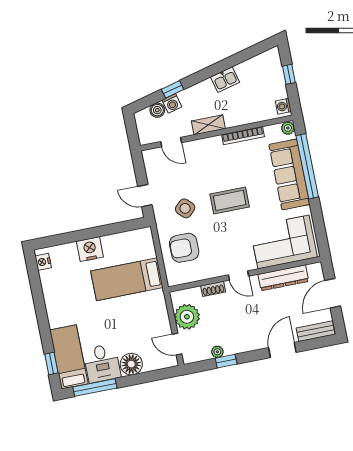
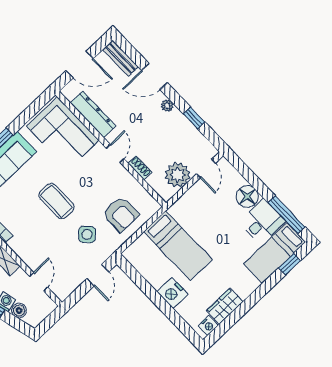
wardrobe: (51, 286) -> (225, 306), added
plant: (217, 352) -> (167, 106), moved

